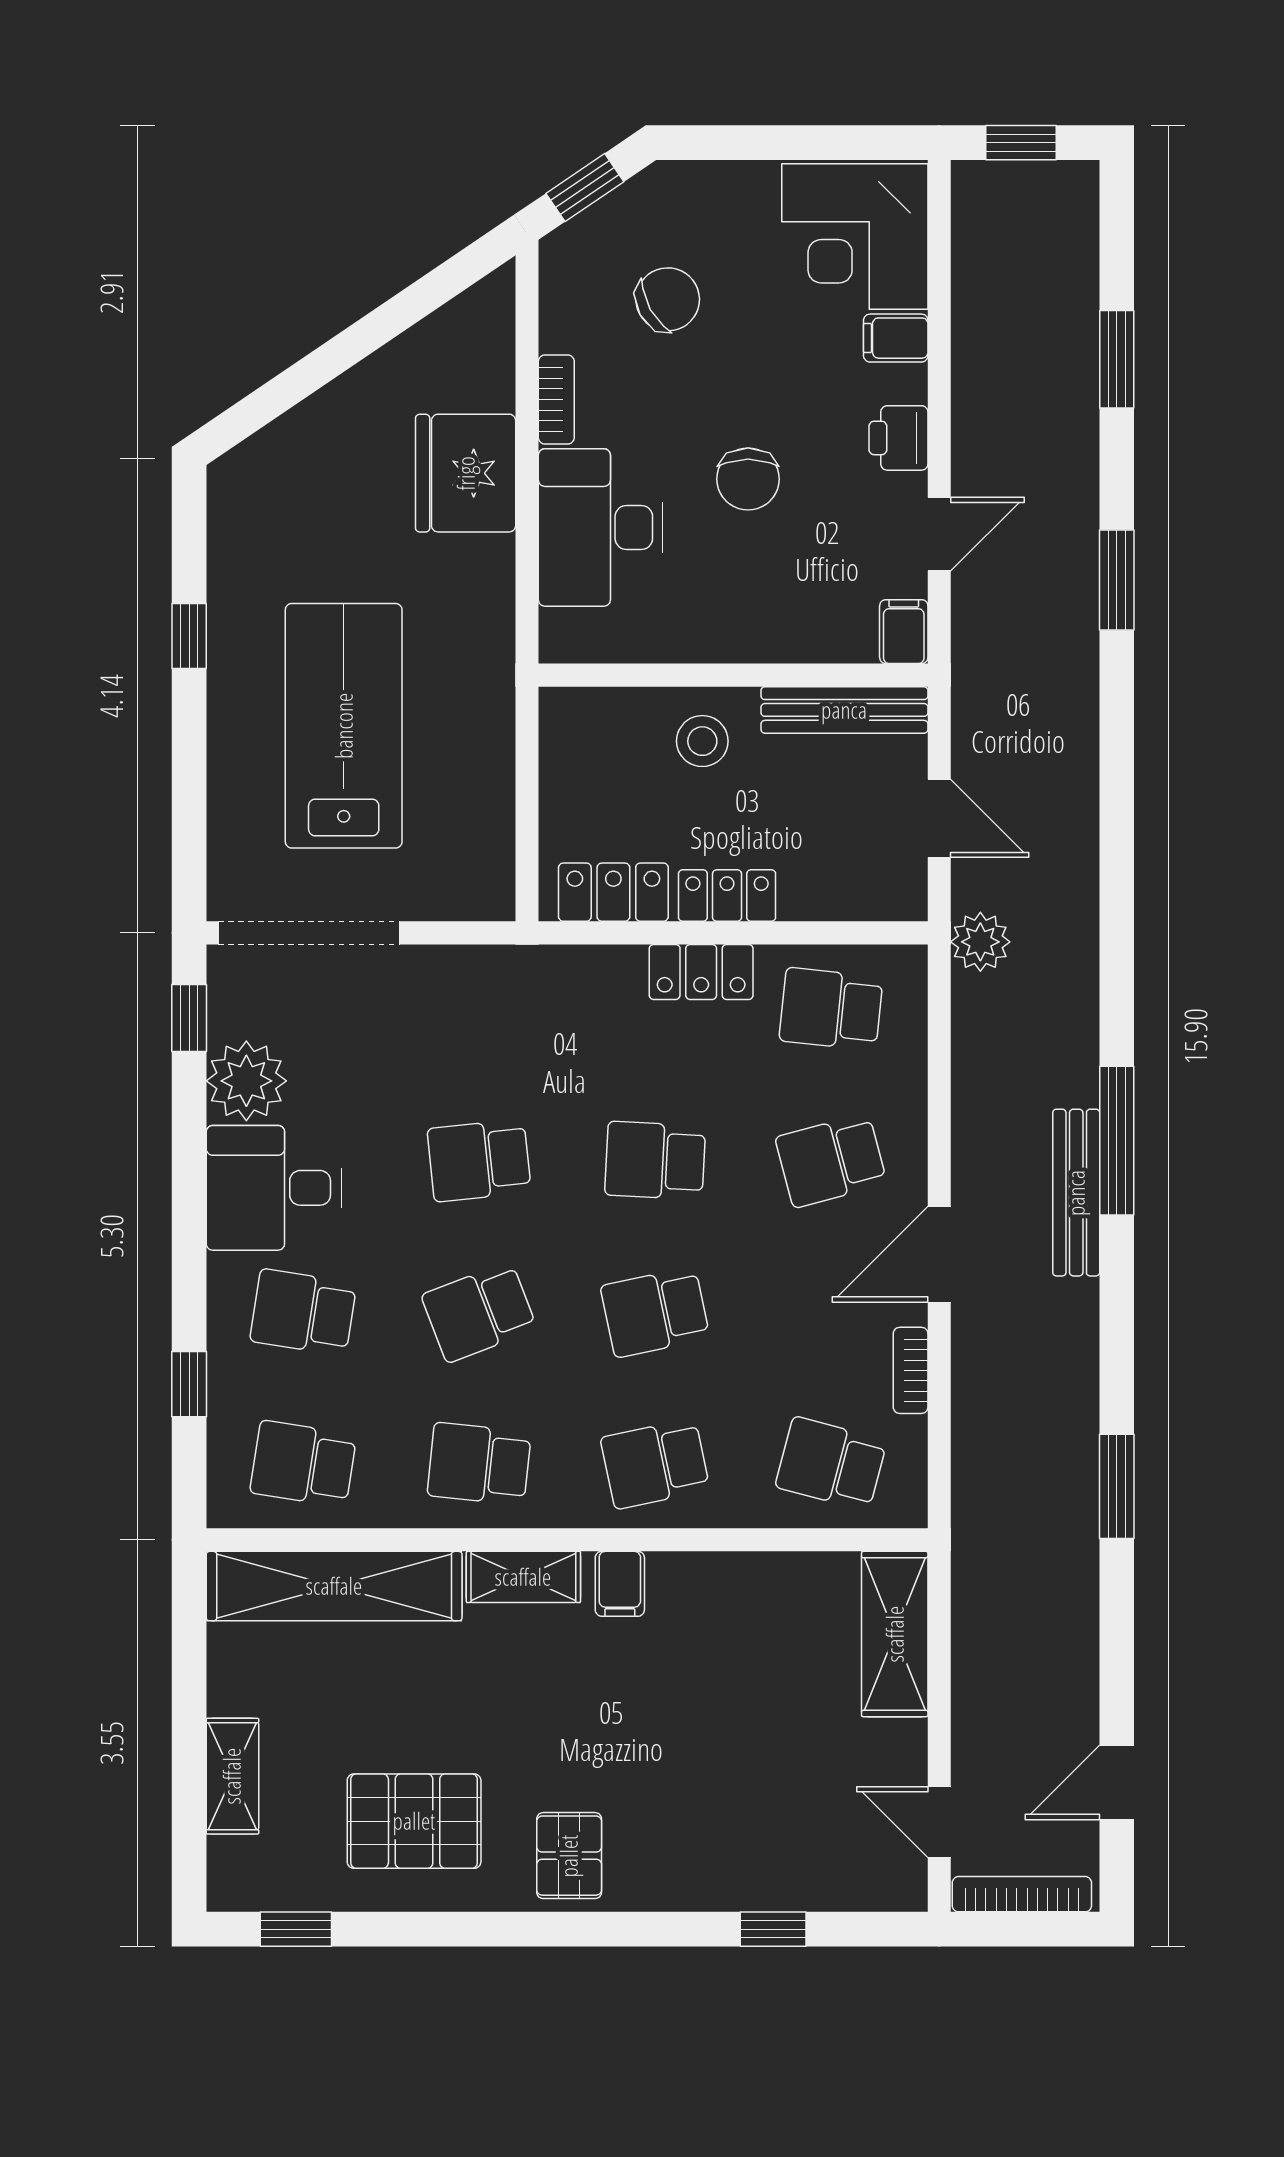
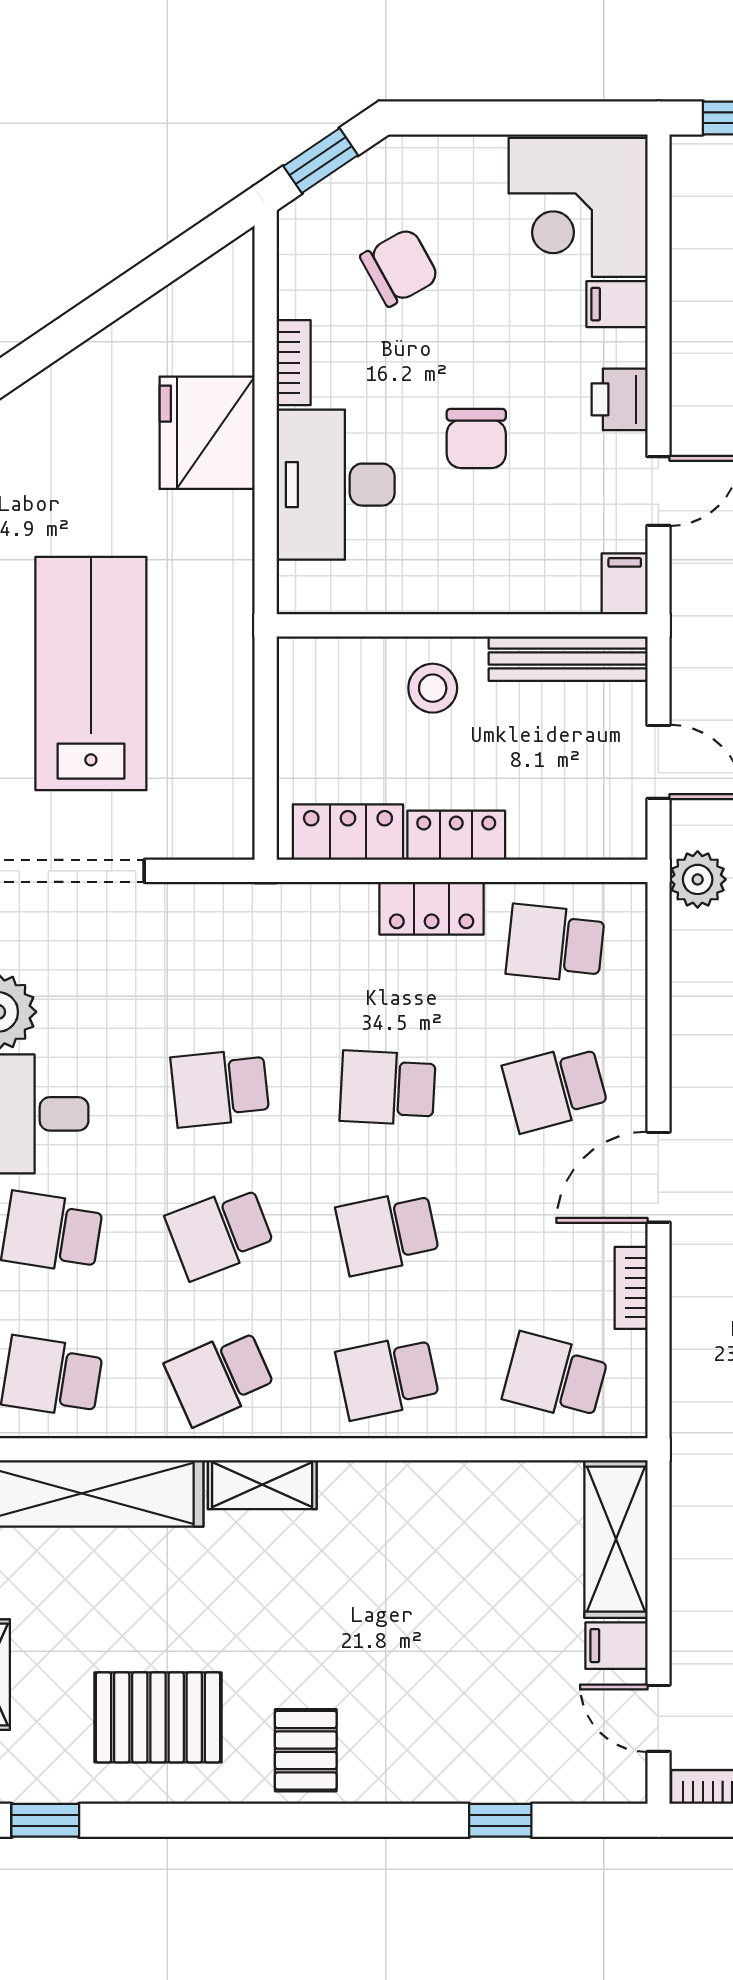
school desk: (479, 1464) -> (220, 1377), turned -30
filing cabinet: (620, 1584) -> (617, 1646), moved, turned 90

